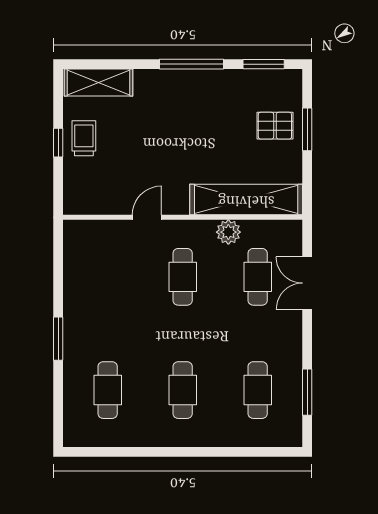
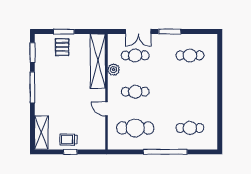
window: (58, 339) -> (165, 152), width x2.11
cafe table: (183, 390) -> (135, 128), moved, width x1.37, depth x1.35
window: (307, 392) -> (170, 32), moved

